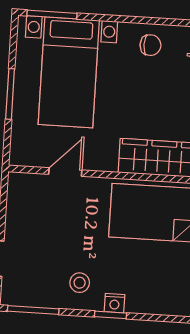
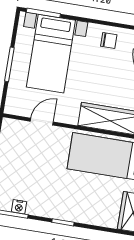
stool: (80, 283) -> (44, 198), removed
nightstand: (114, 303) -> (19, 207), moved

